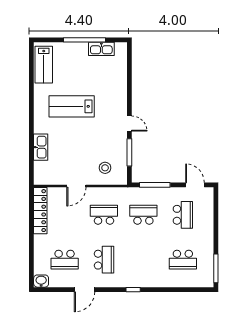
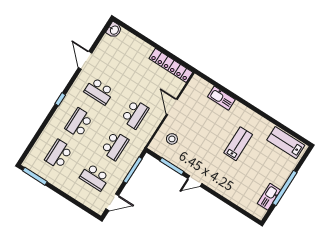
lab bench: (72, 106) -> (238, 144), width x0.73, depth x0.72
school desk: (65, 260) -> (79, 123), moved

